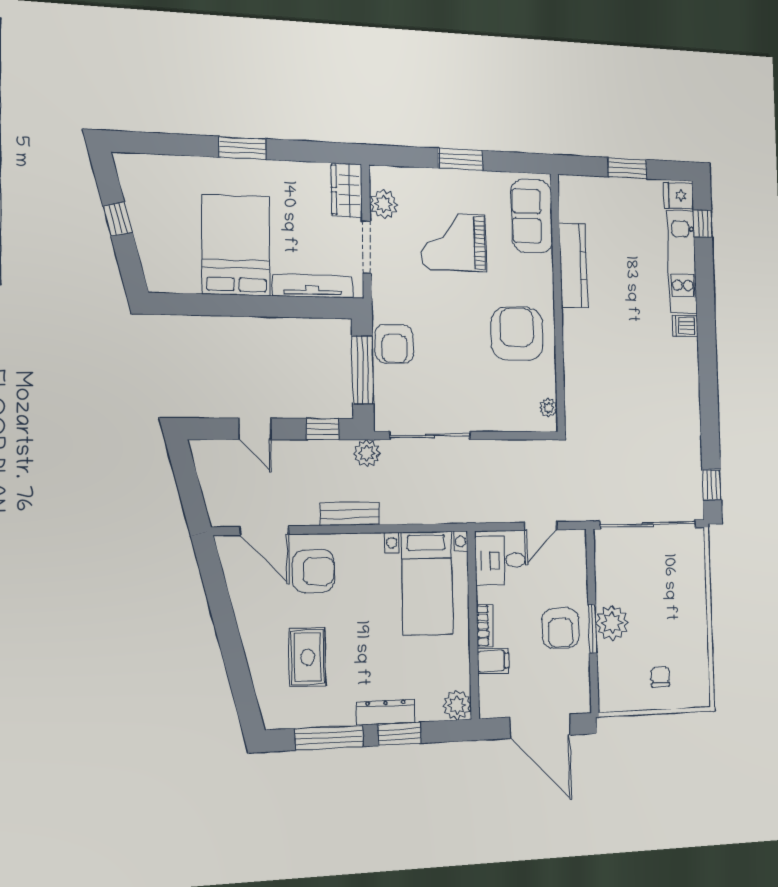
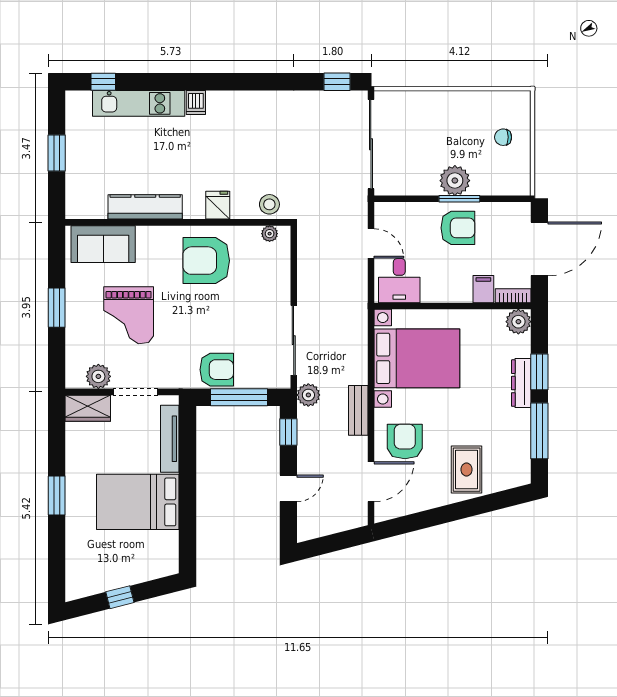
fridge: (679, 196) -> (218, 205), moved, turned 180
stool: (580, 408) -> (269, 204), added
bed with nightstands: (427, 583) -> (417, 358), width x1.36
bookcase: (485, 626) -> (513, 296), moved
rug: (307, 657) -> (467, 470), moved, turned 90

